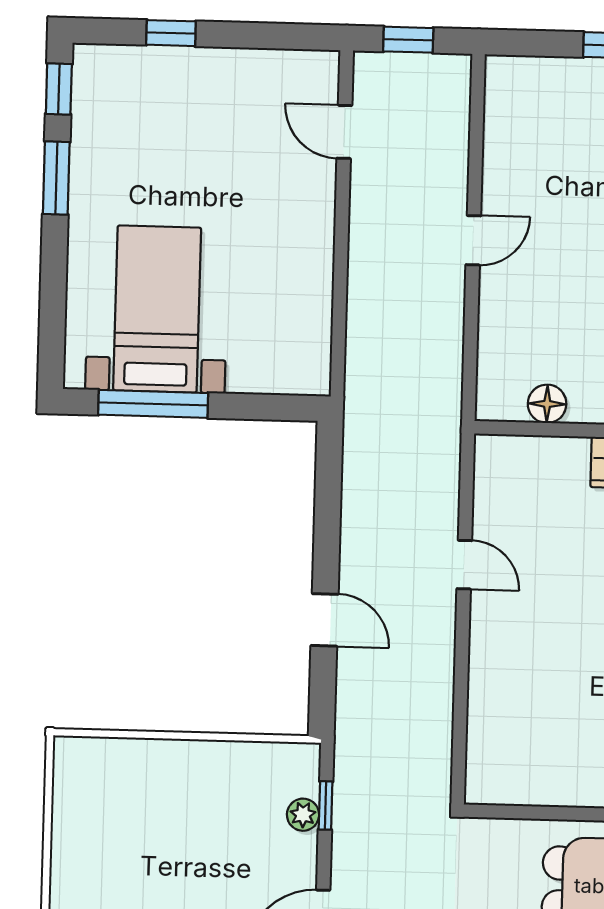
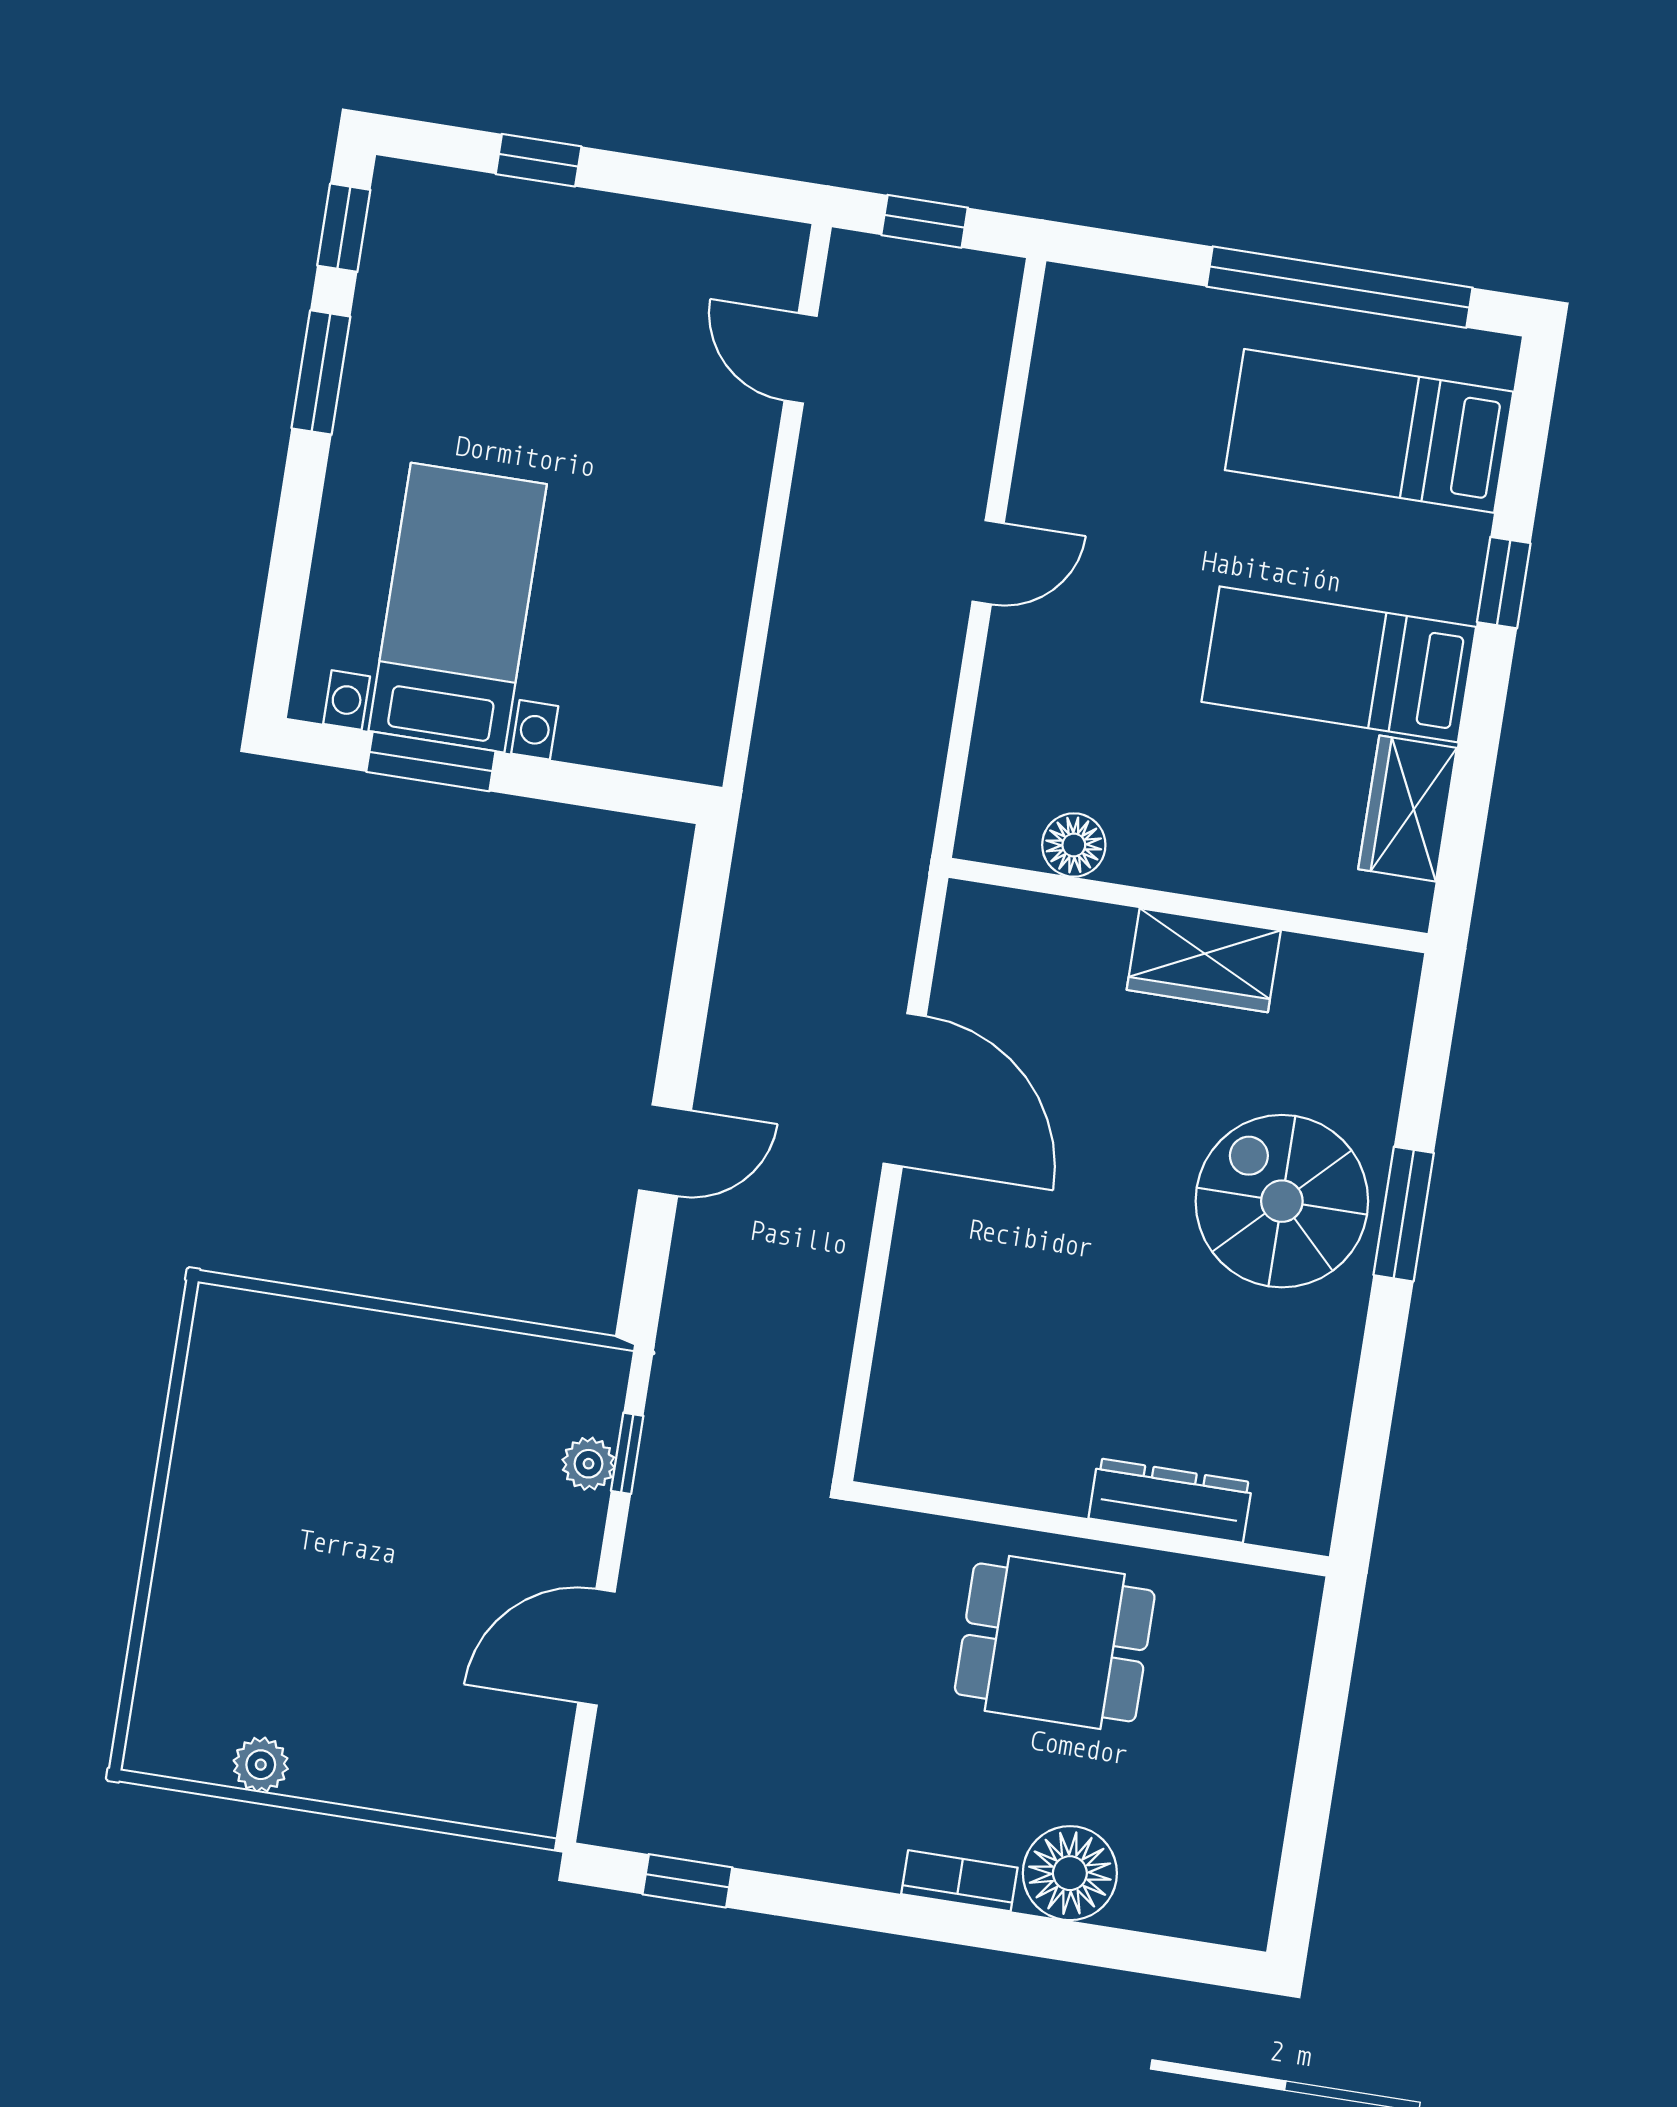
window: (153, 404) -> (431, 761), width x0.69
door: (464, 565) -> (905, 1090), width x1.87
door: (325, 620) -> (665, 1150), hinge flipped

